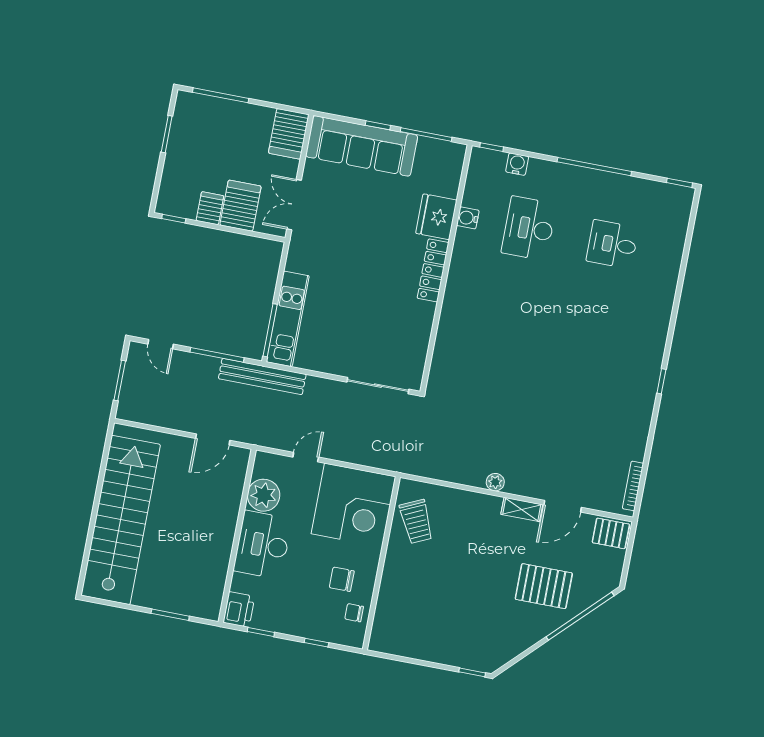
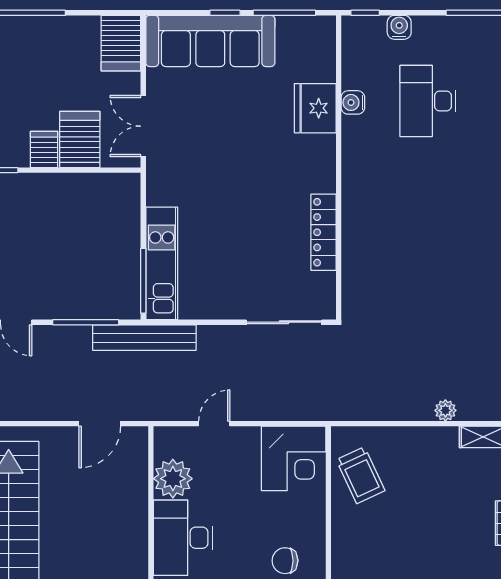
locker: (433, 270) -> (323, 232), moved
corner desk: (353, 505) -> (294, 458), width x0.74, depth x0.74

